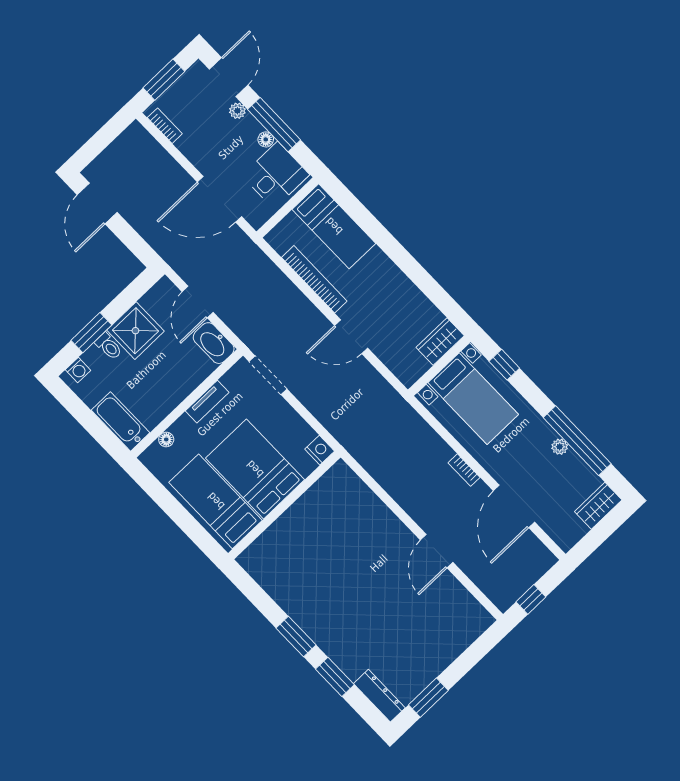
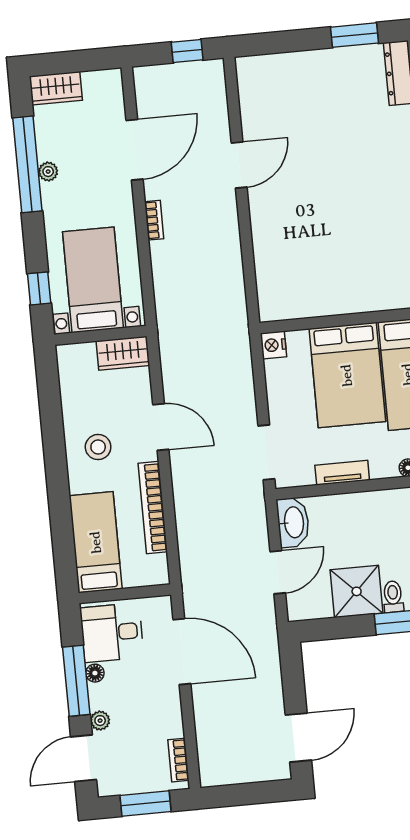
stool: (382, 291) -> (98, 447), added
wardrobe: (440, 341) -> (123, 353), moved

